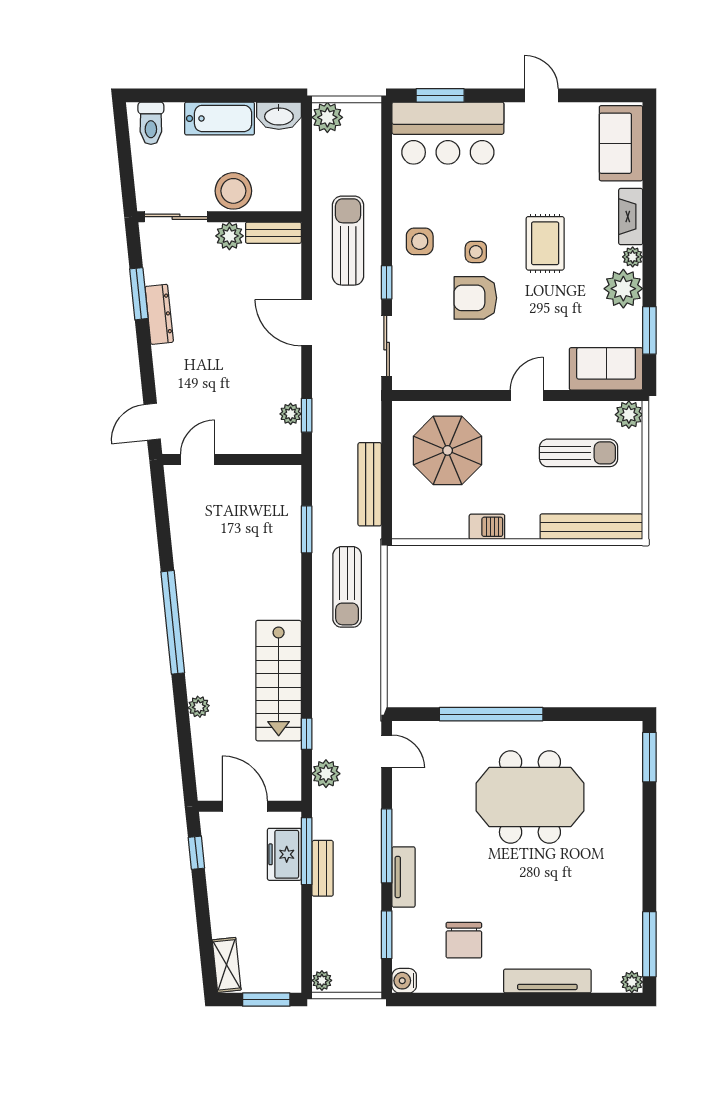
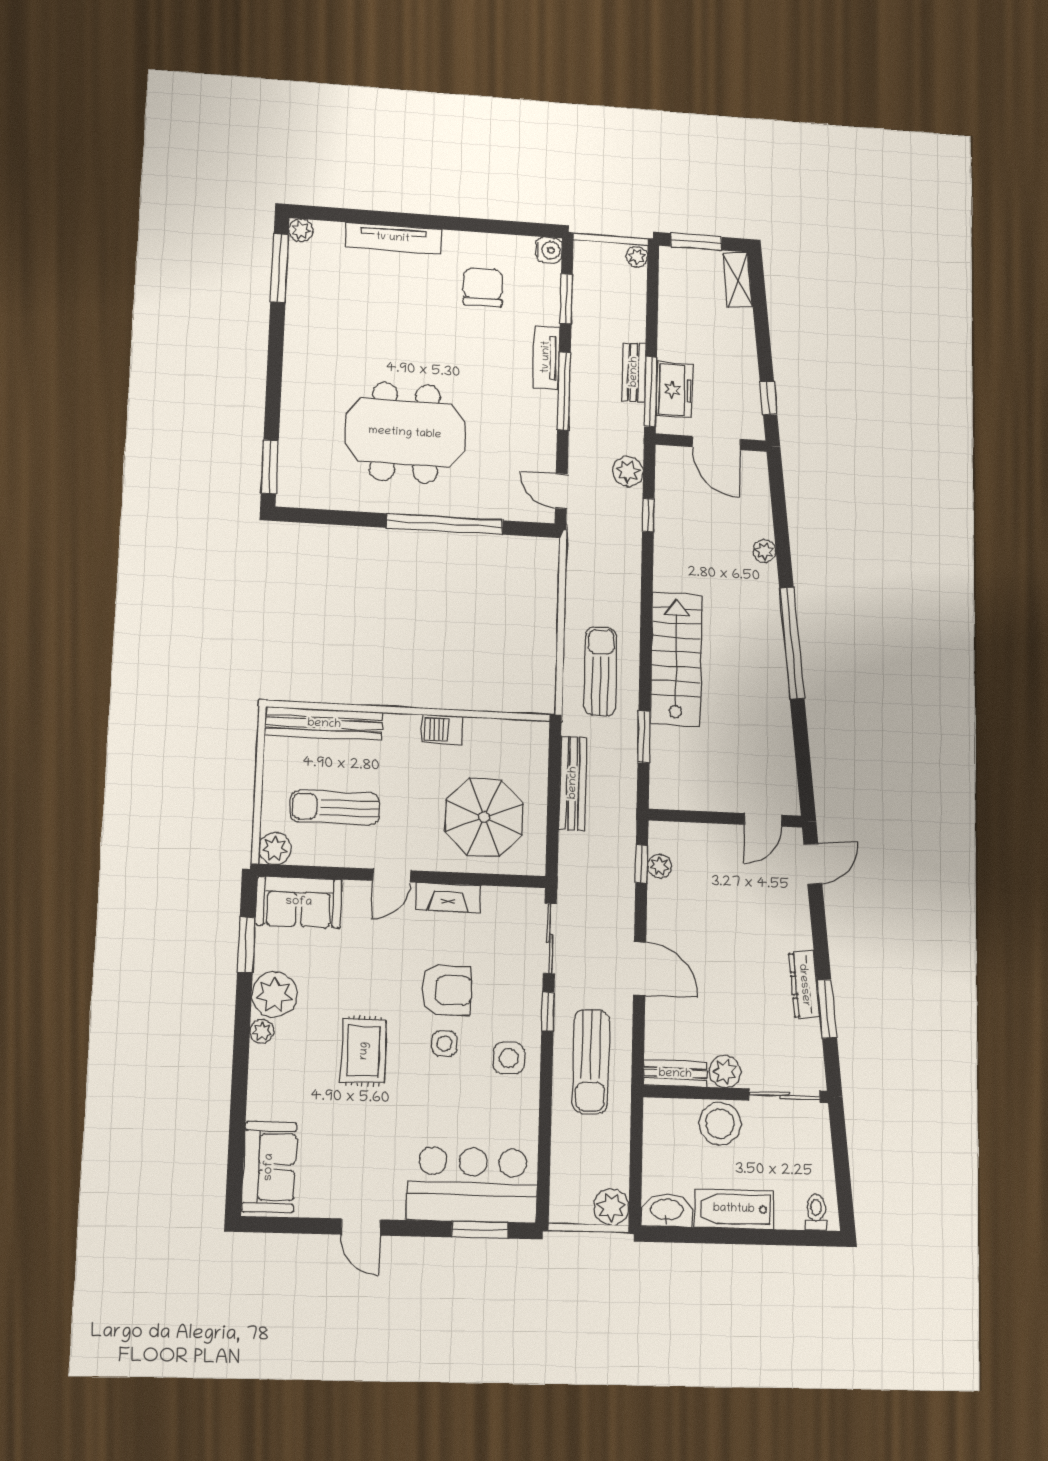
toilet: (151, 123) -> (816, 1212), width x0.73, depth x0.72
fireplace: (631, 217) -> (448, 898), moved, turned 90
stairs: (279, 681) -> (676, 659), moved

